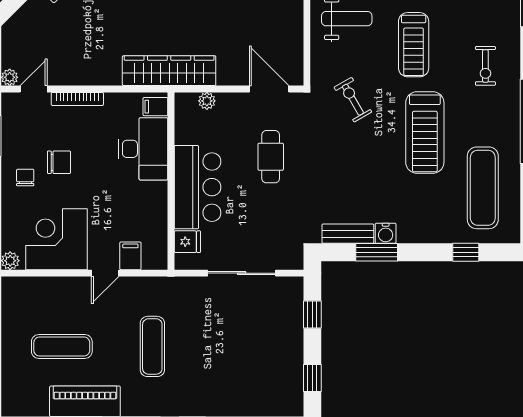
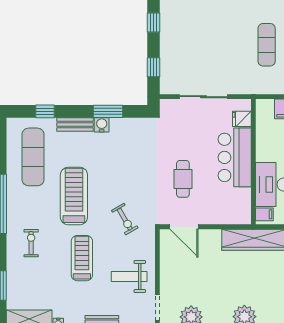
plant: (207, 101) -> (228, 218), removed
bench: (348, 234) -> (75, 125), moved

